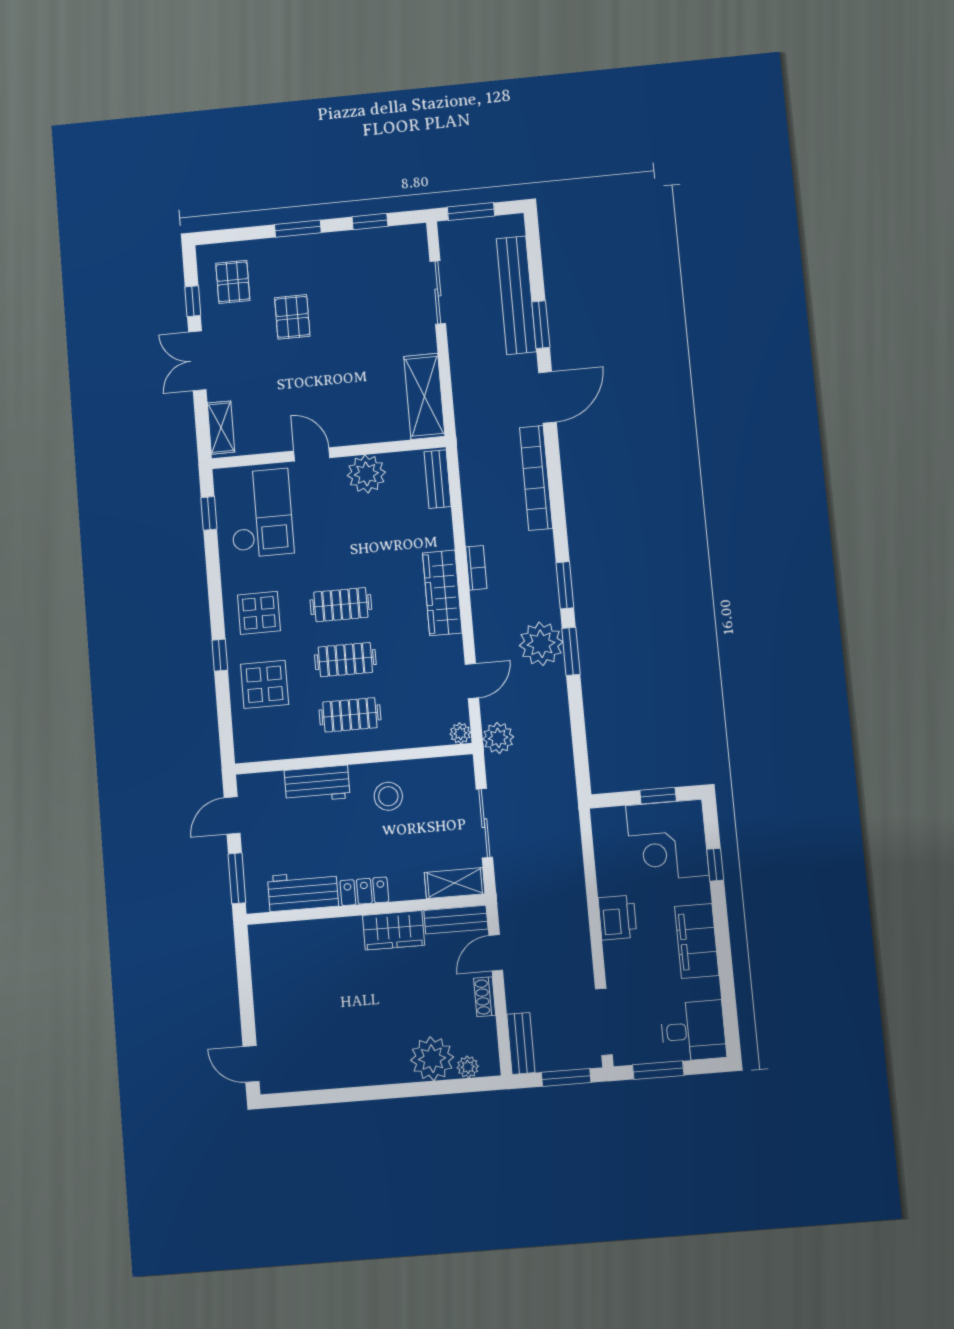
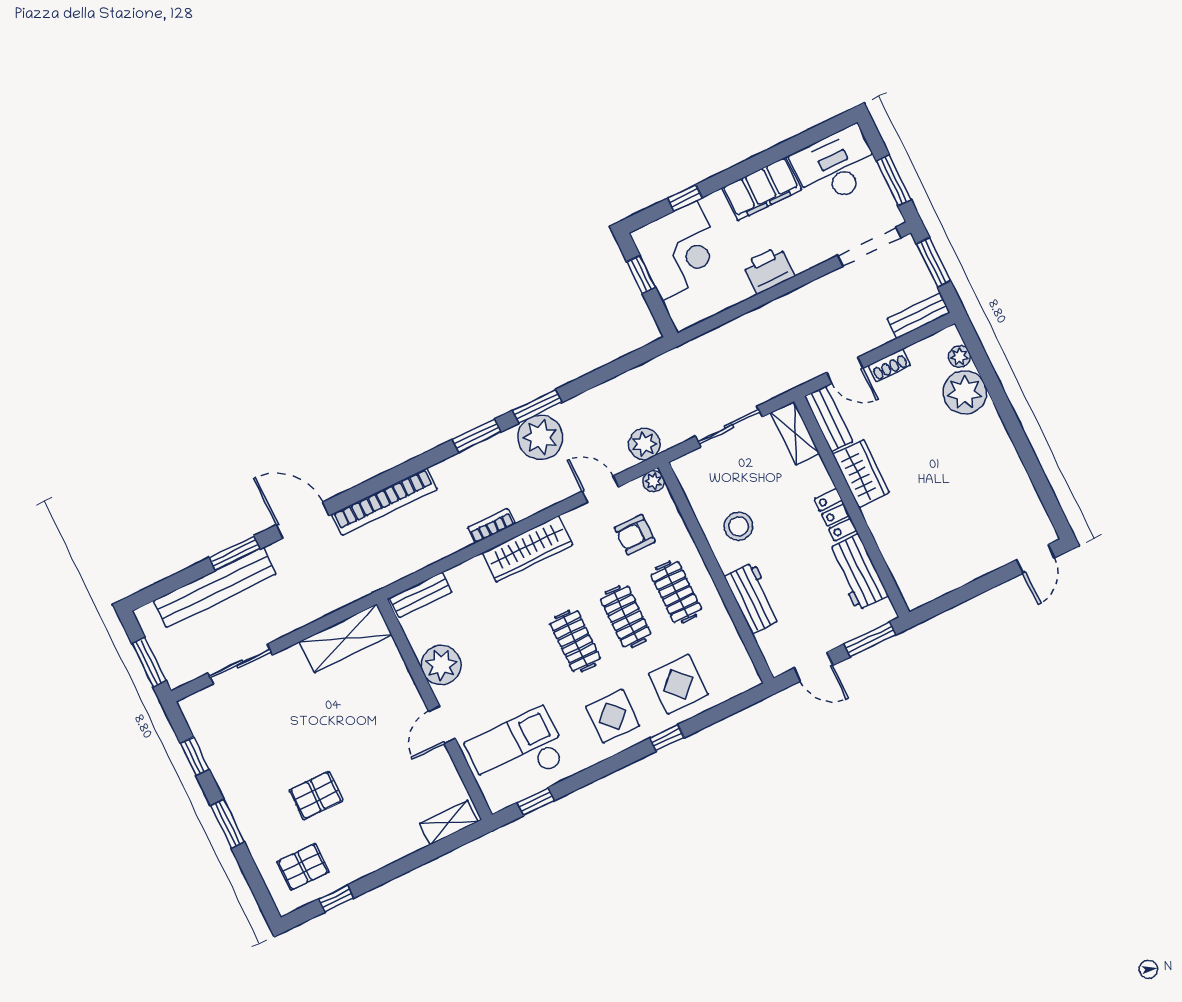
double door: (197, 361) -> (393, 871), removed
armchair: (418, 697) -> (635, 535), added
desk: (693, 1031) -> (836, 166), width x1.37

